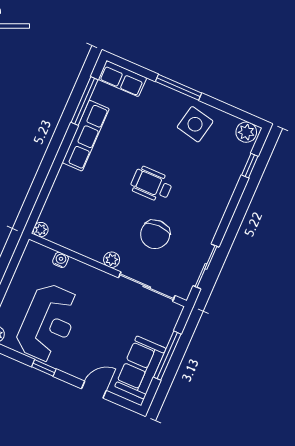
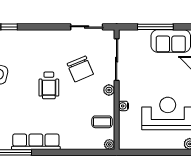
coffee table: (74, 233) -> (102, 122), added
chair: (155, 234) -> (80, 69), turned 67
water cooler: (61, 260) -> (123, 106), moved

